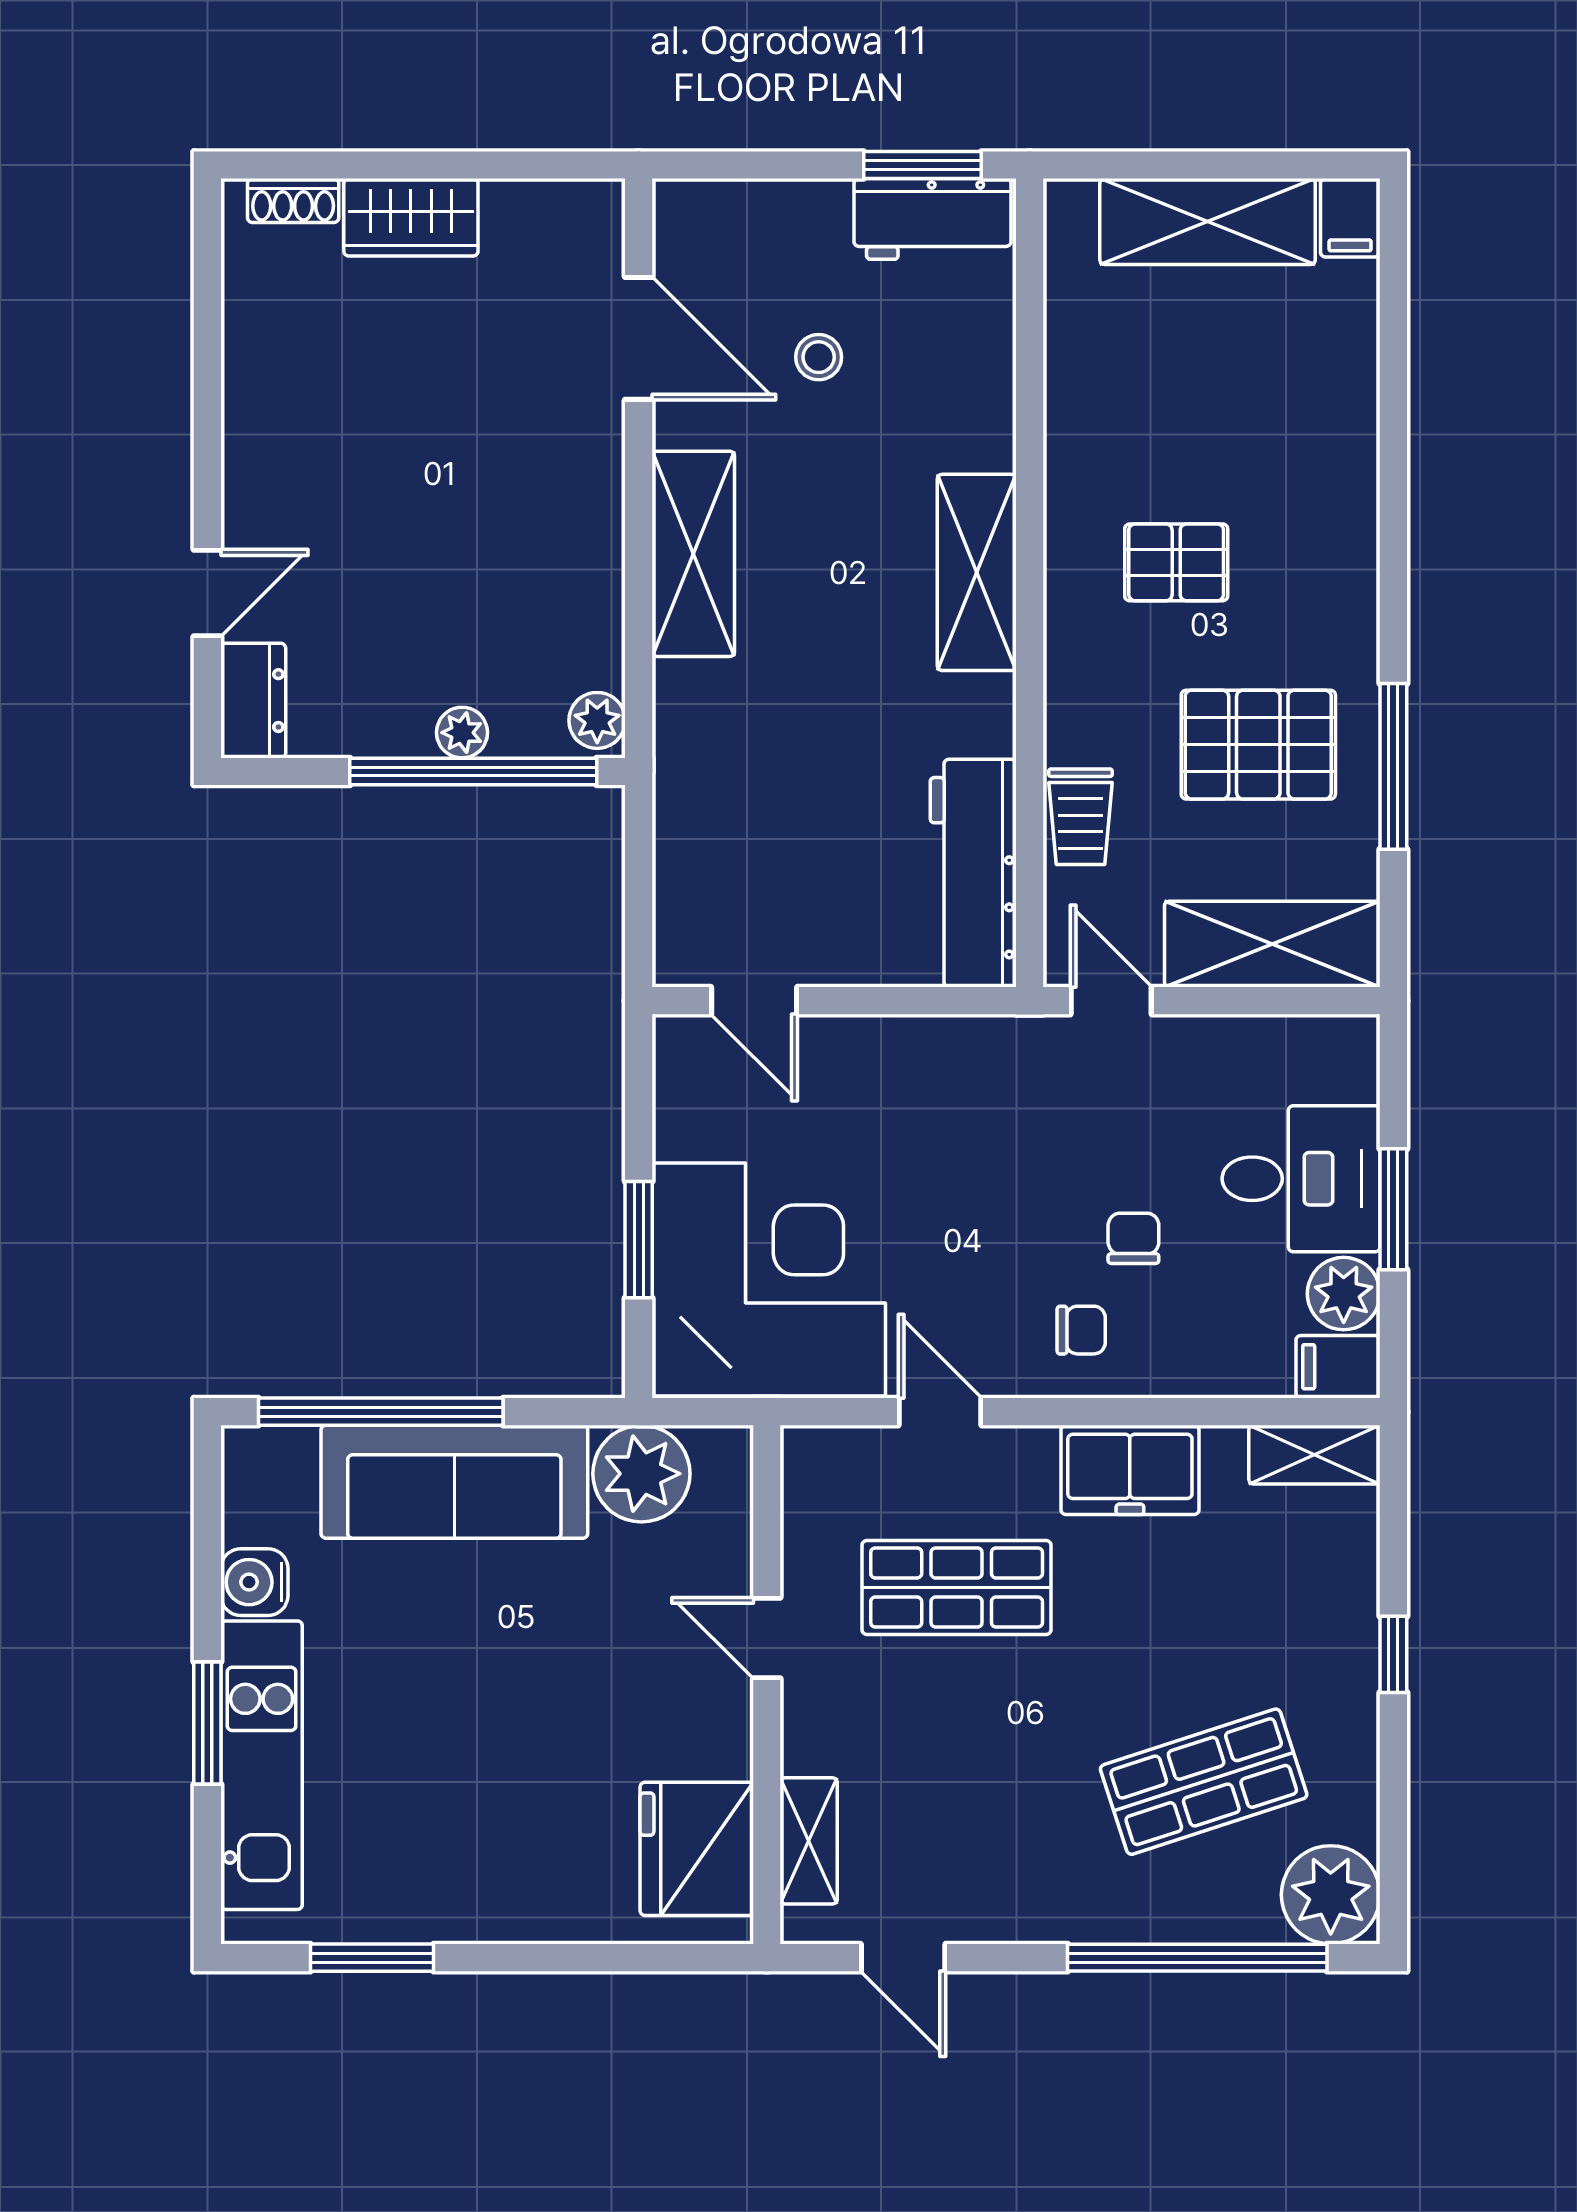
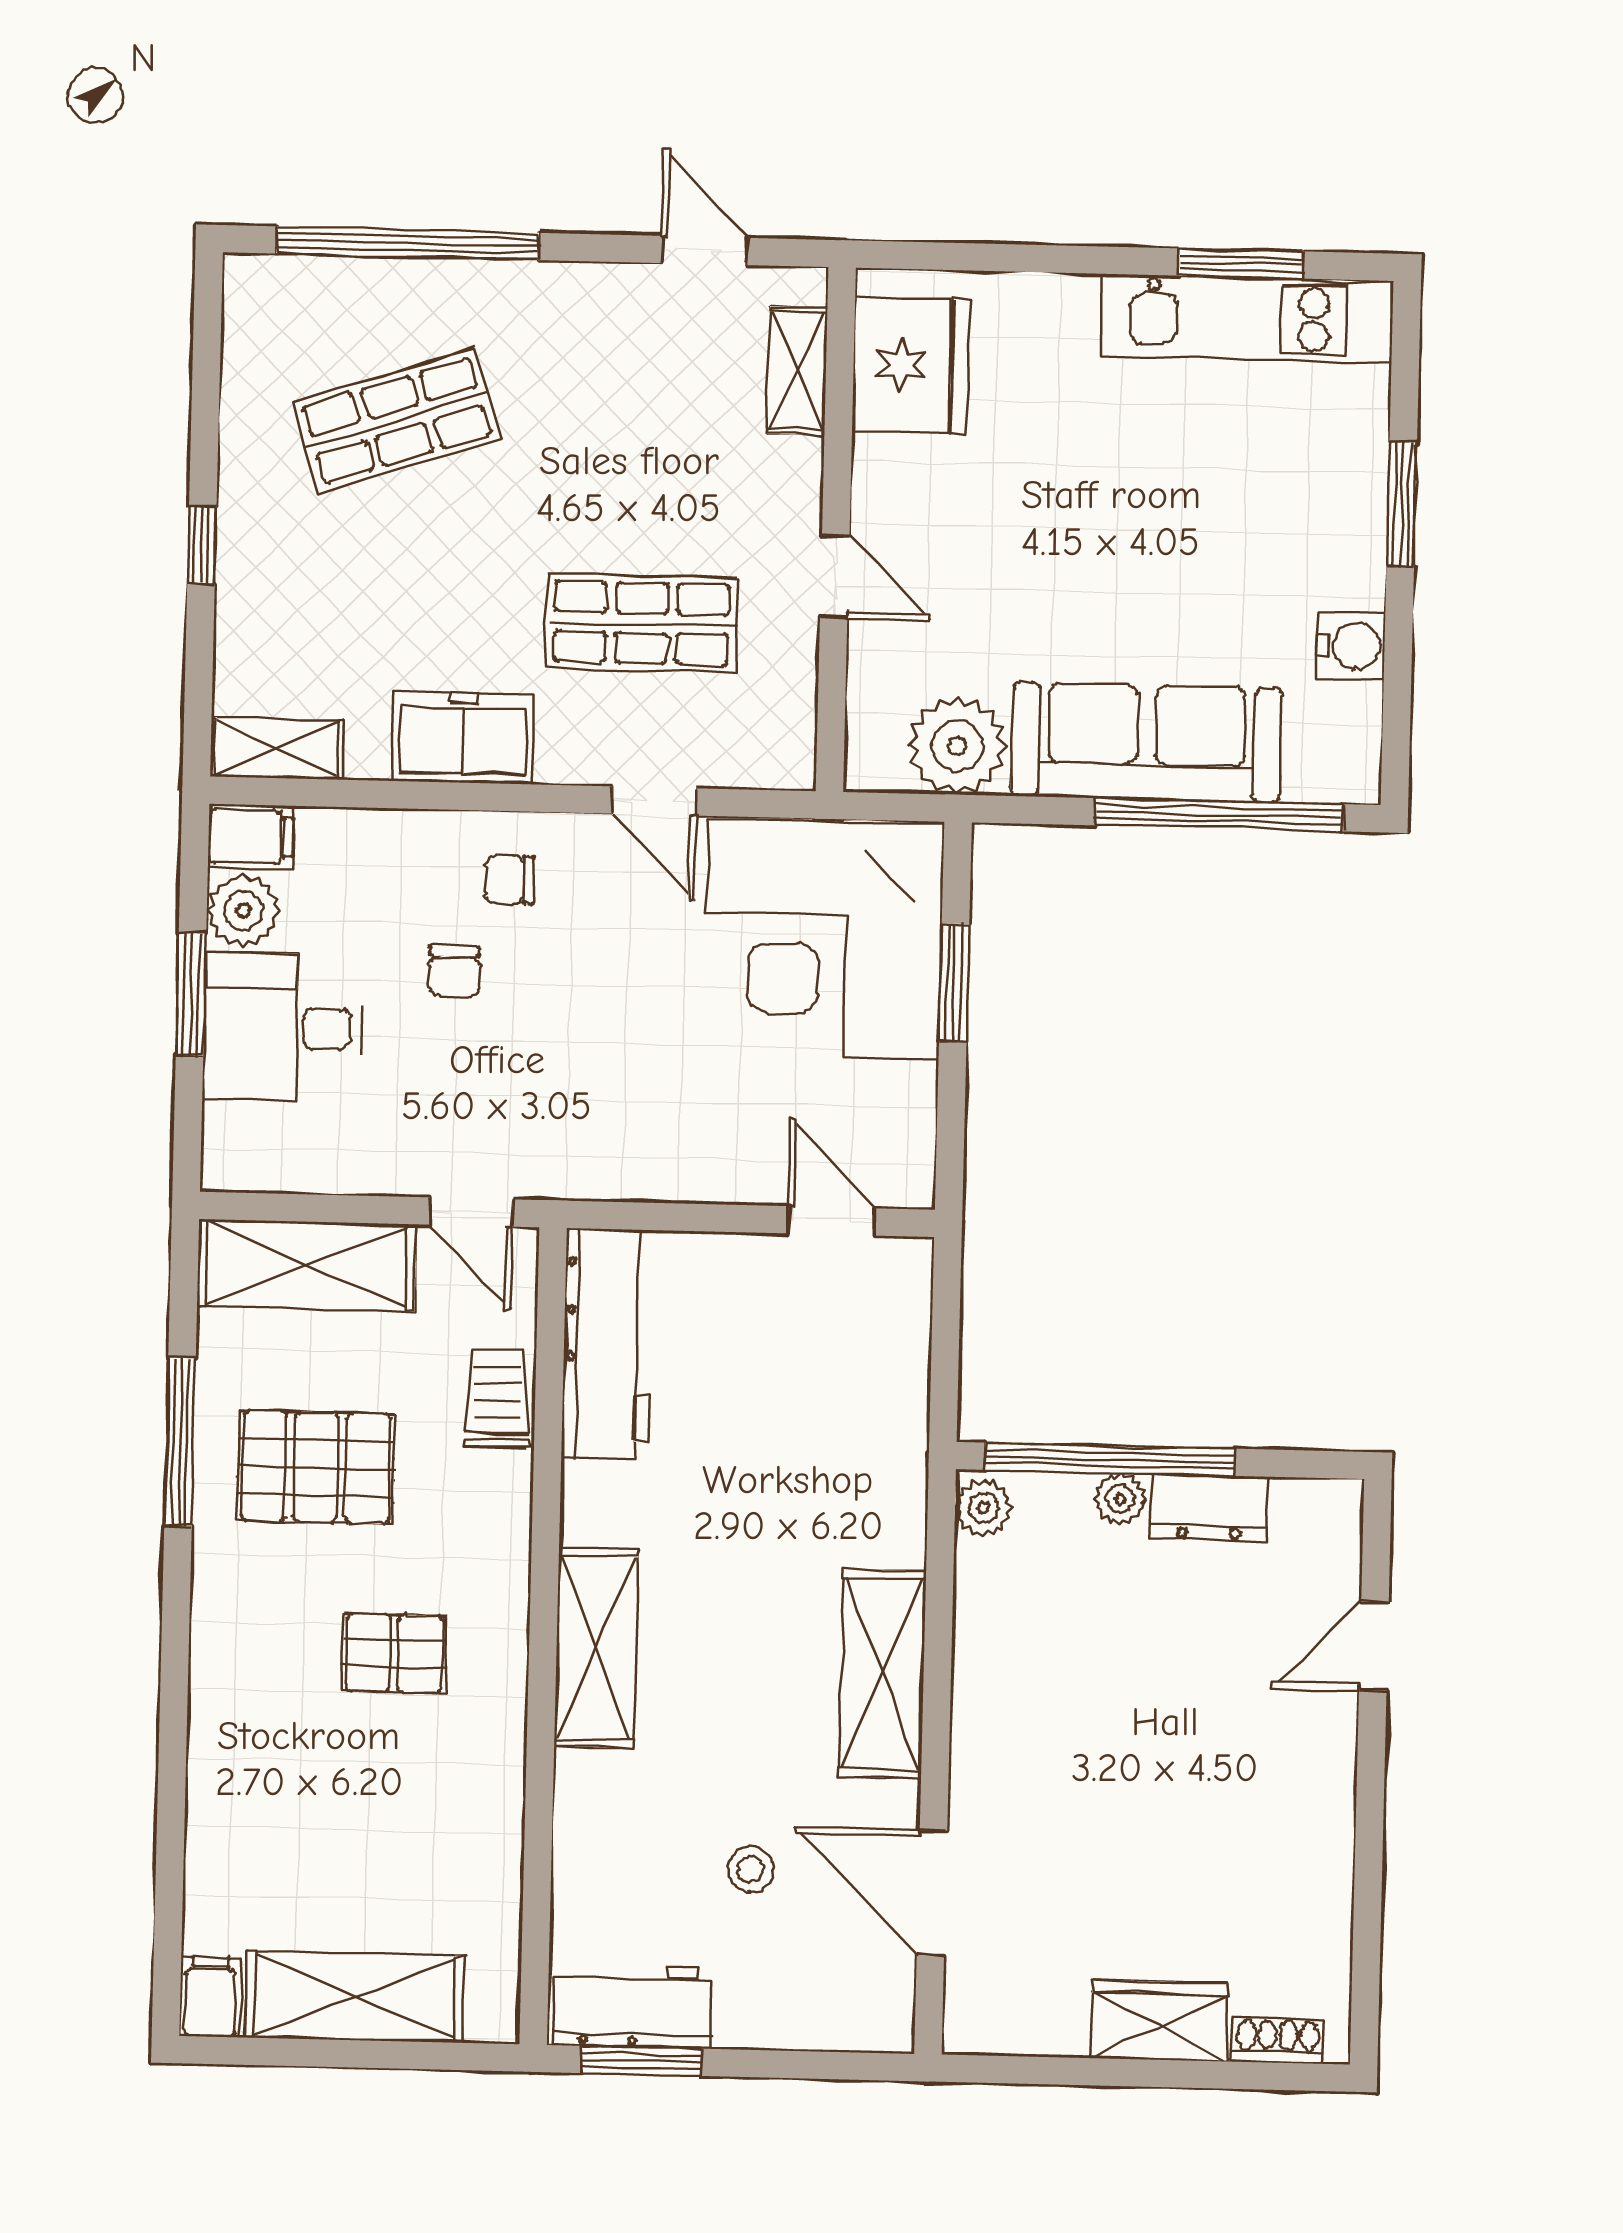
dresser: (253, 701) -> (1209, 1508), moved, turned -90
kitchen unit: (262, 1765) -> (1247, 318), moved, turned -90
plant: (1331, 1895) -> (271, 303), removed

